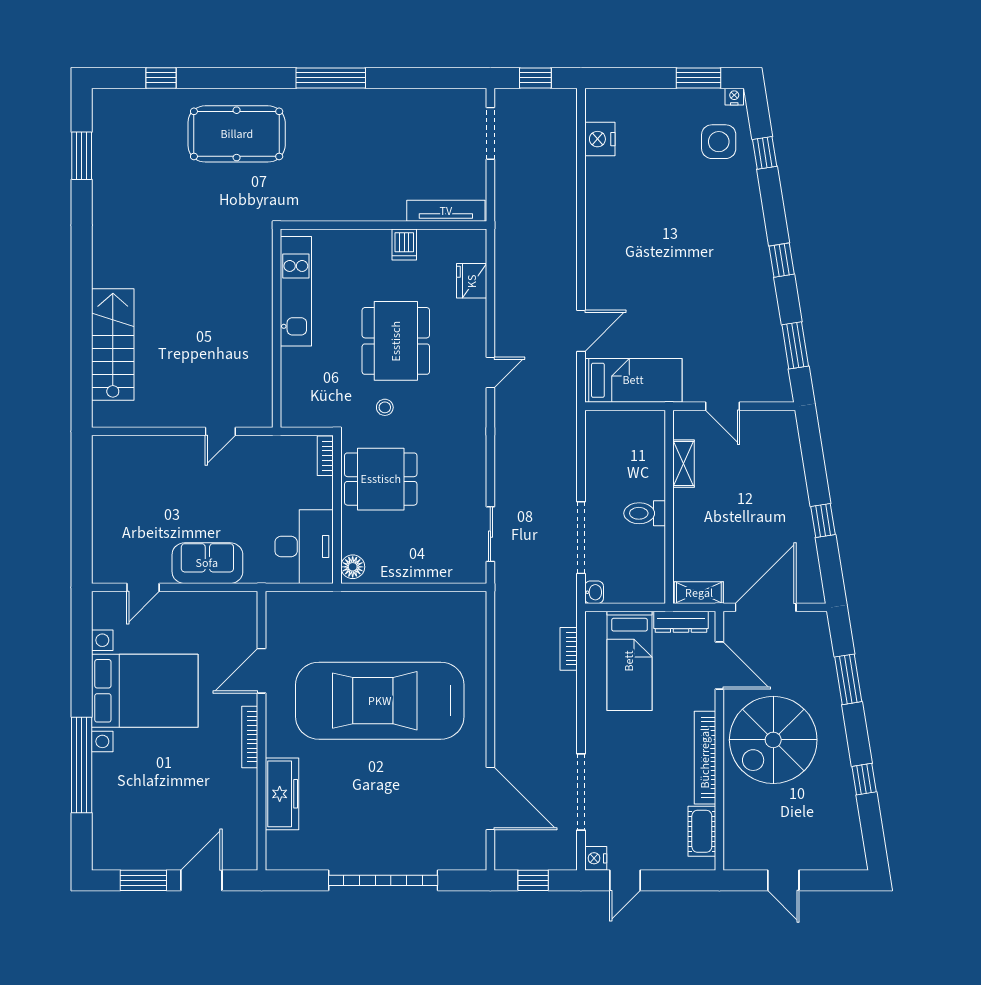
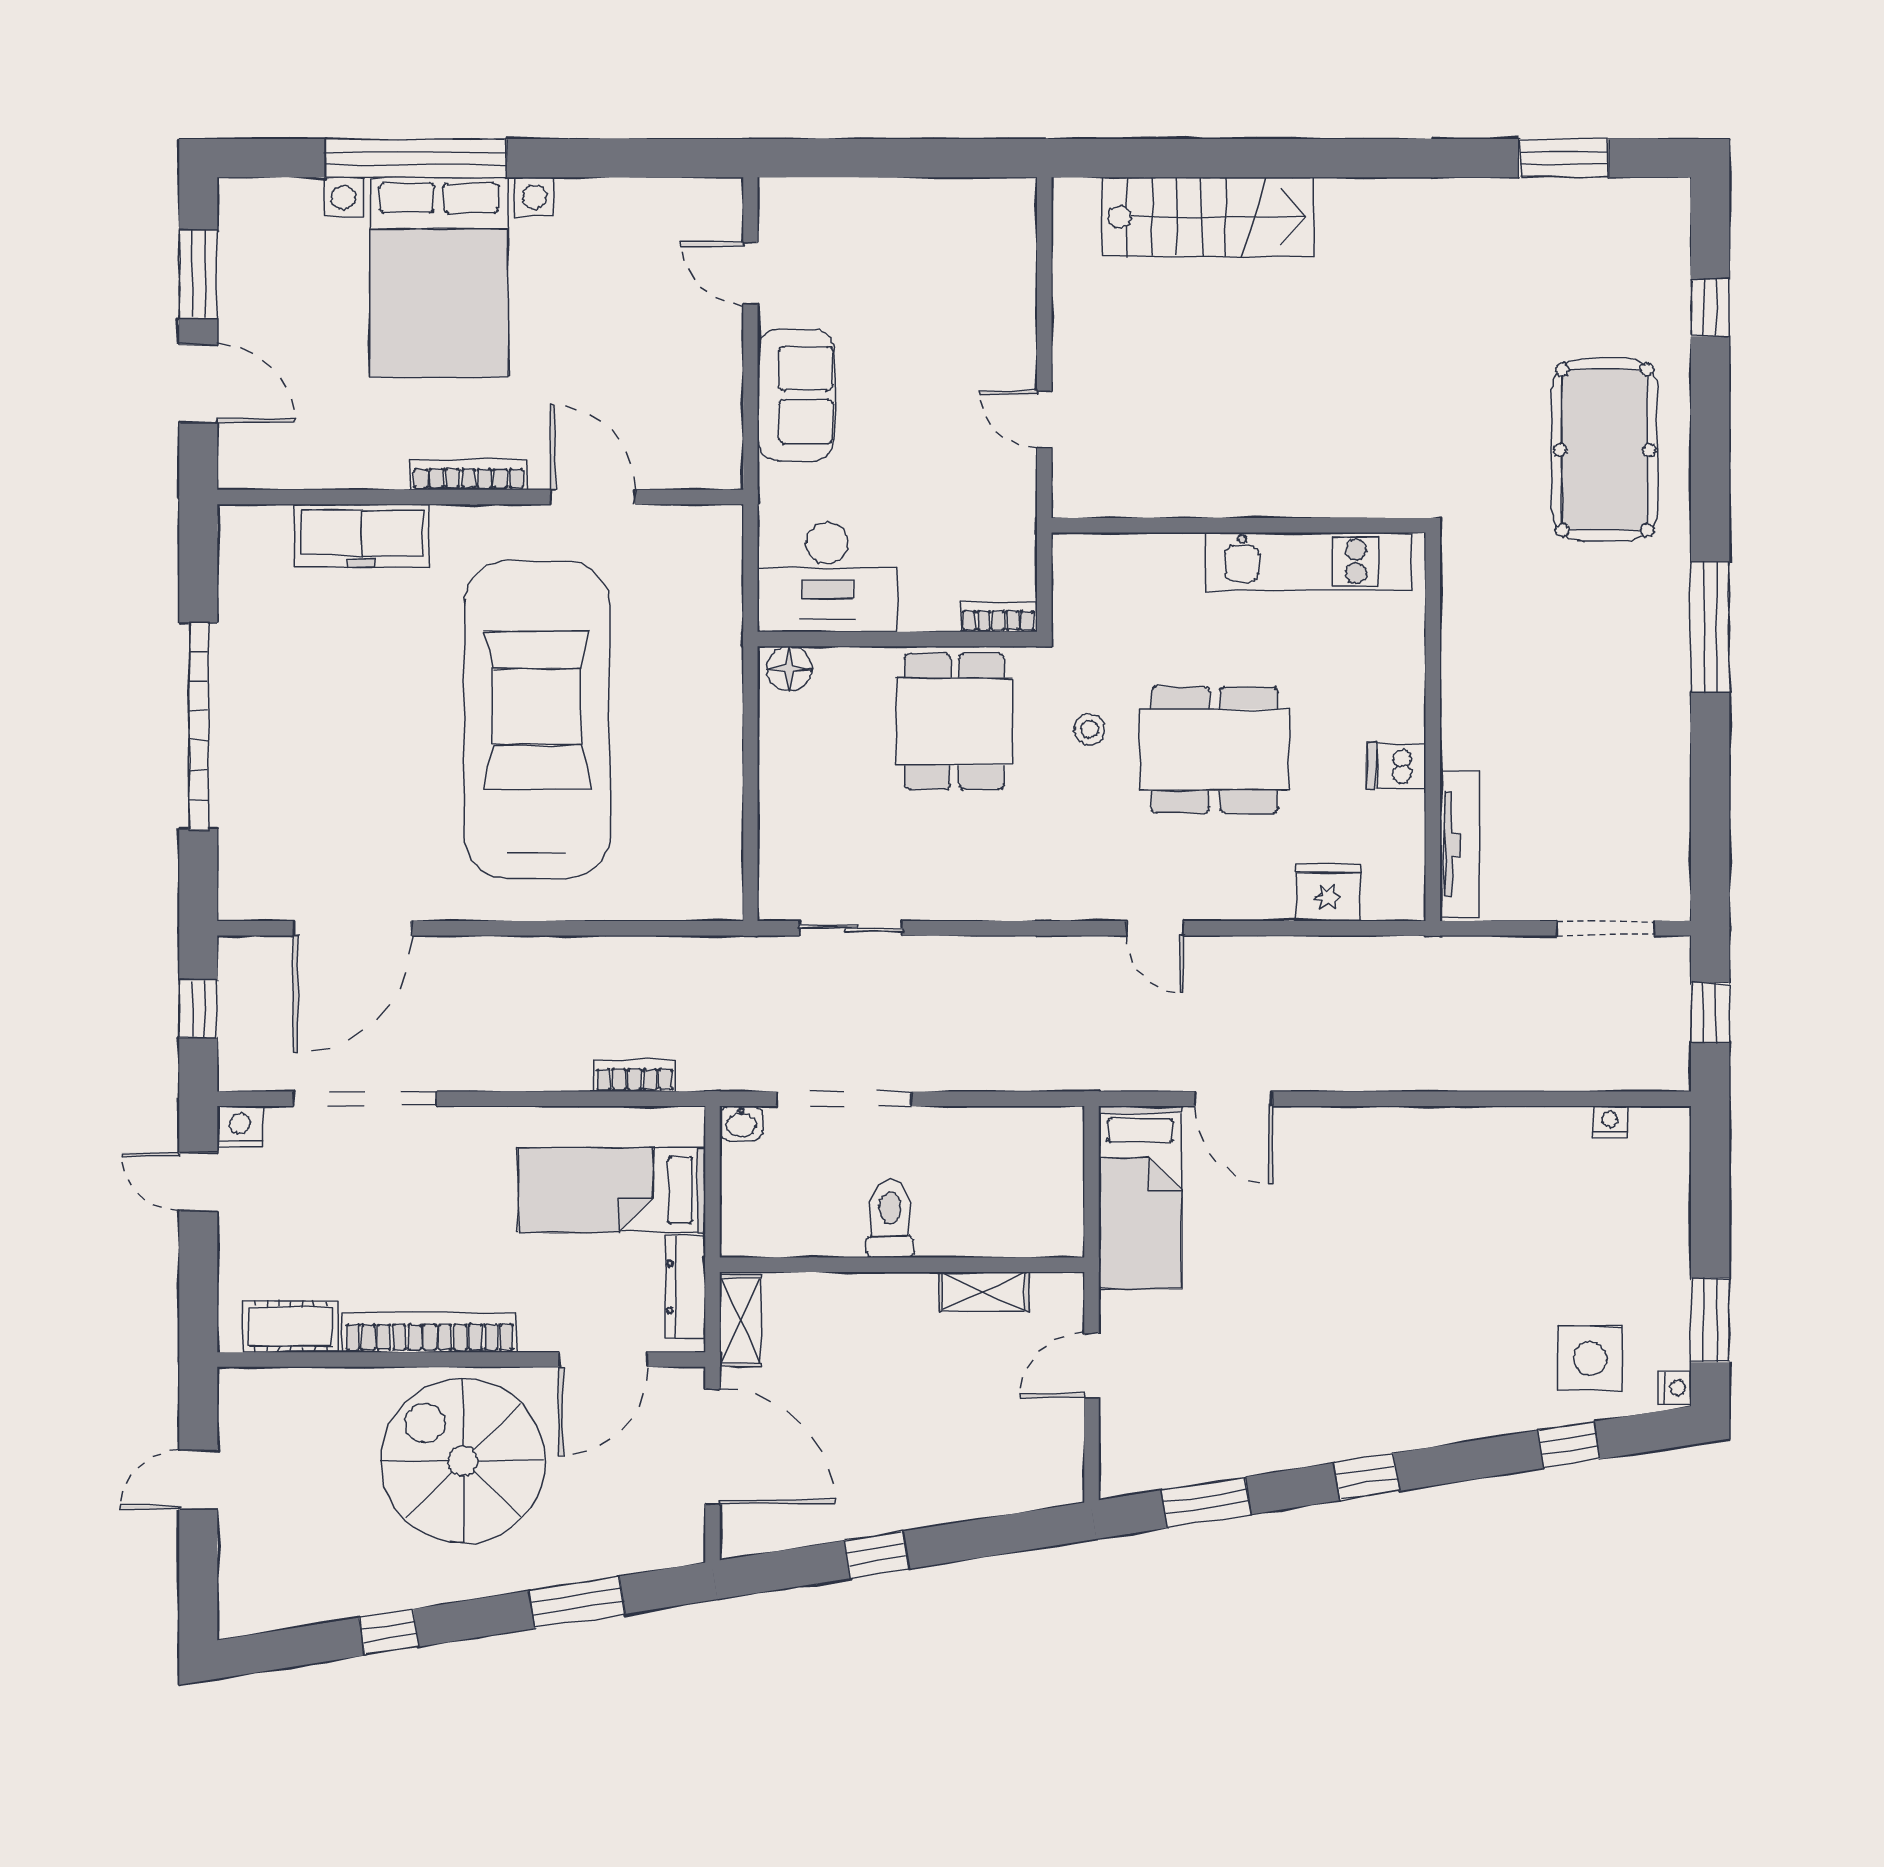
nightstand: (600, 139) -> (1610, 1122), width x0.53, depth x0.56
bed with nightstands: (145, 691) -> (439, 277), moved

